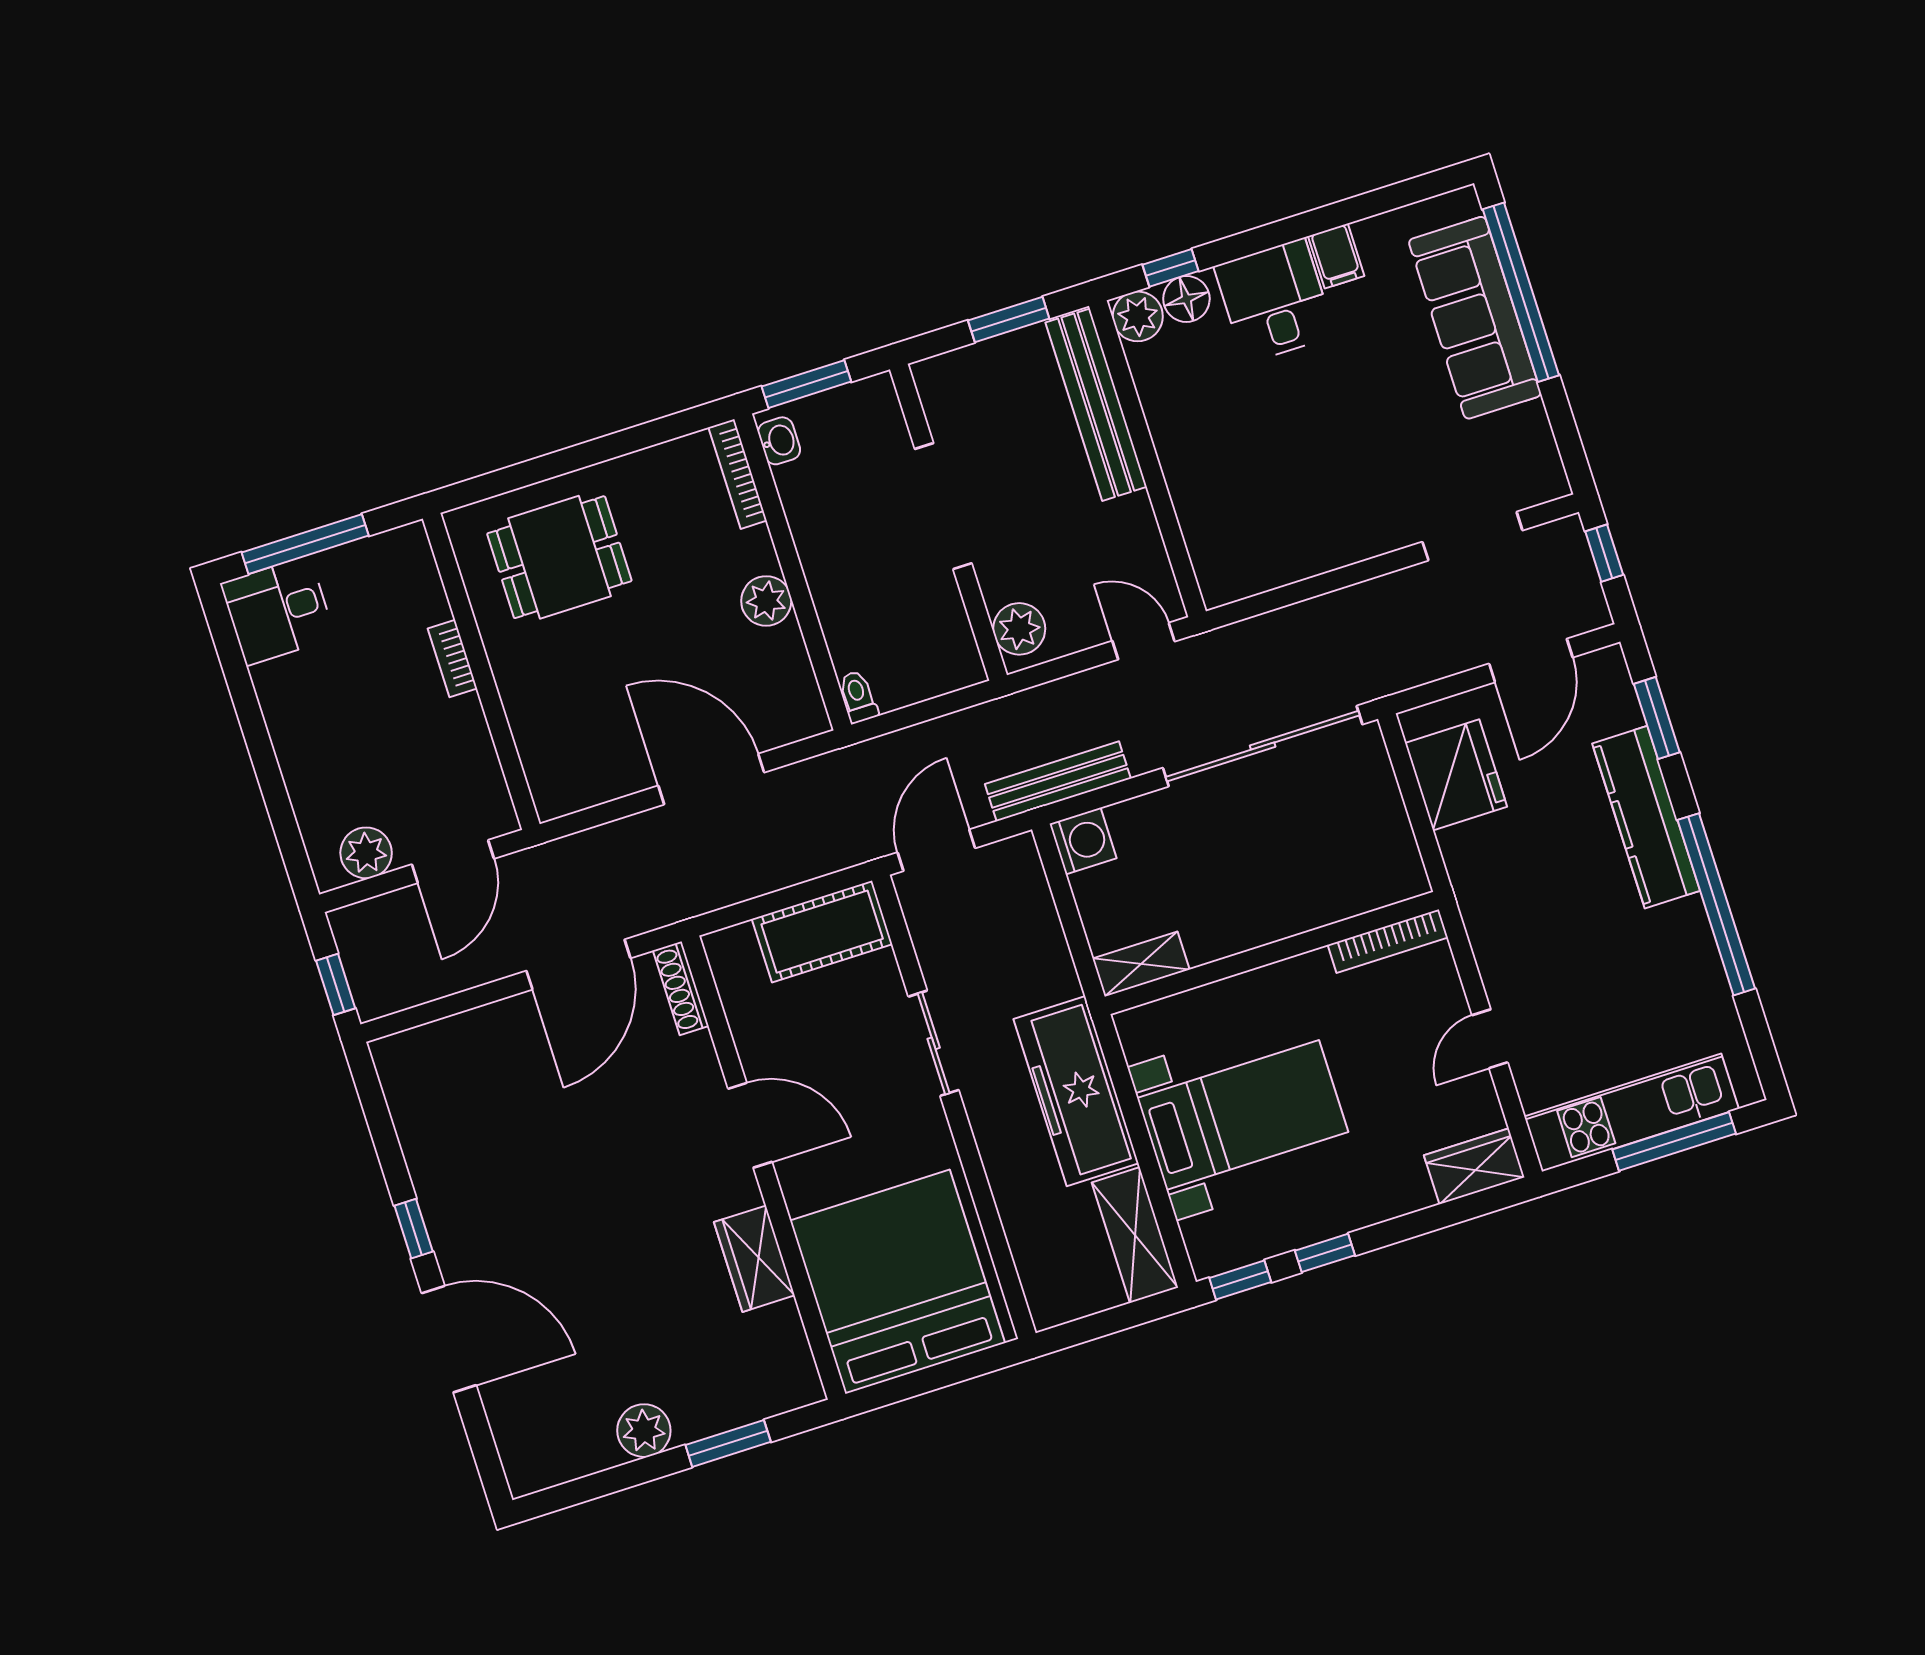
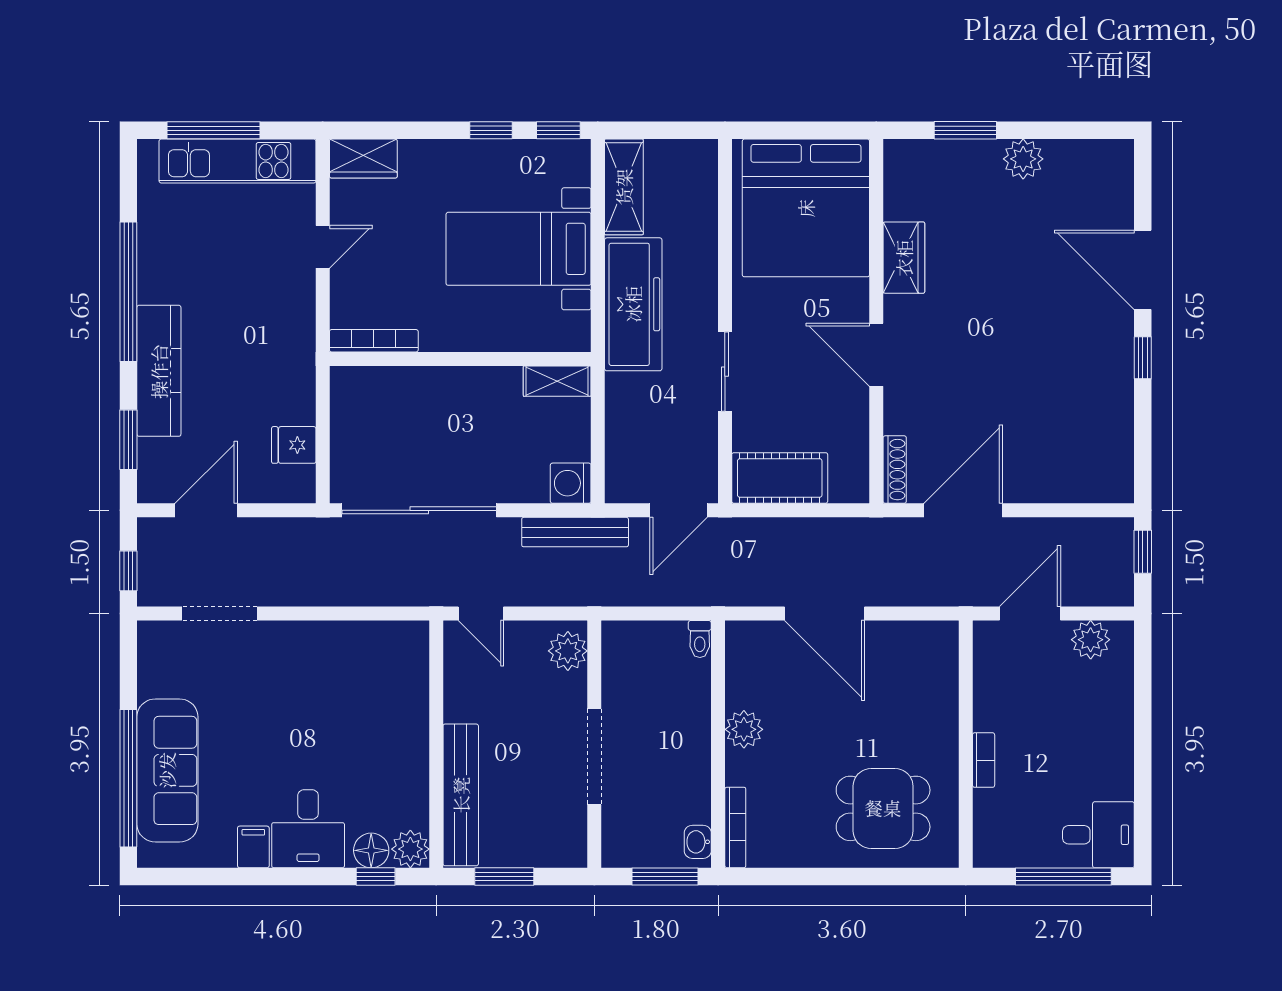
fridge: (1456, 775) -> (294, 445), width x0.53, depth x0.75

